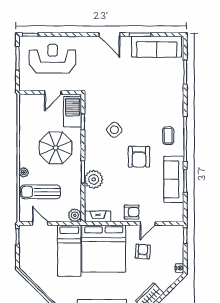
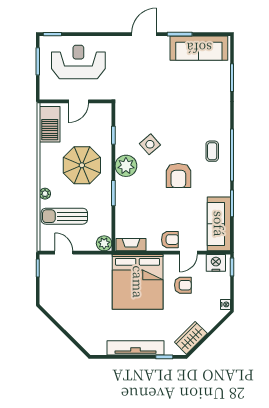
door: (109, 35) -> (144, 34), swing flipped
barbecue: (73, 112) -> (50, 124), moved, turned 180
plant: (94, 179) -> (126, 166), moved
sofa: (174, 179) -> (219, 224), moved
nightstand: (171, 232) -> (216, 263), added
bed: (69, 251) -> (98, 284), removed
armchair: (143, 251) -> (183, 285), turned 86

